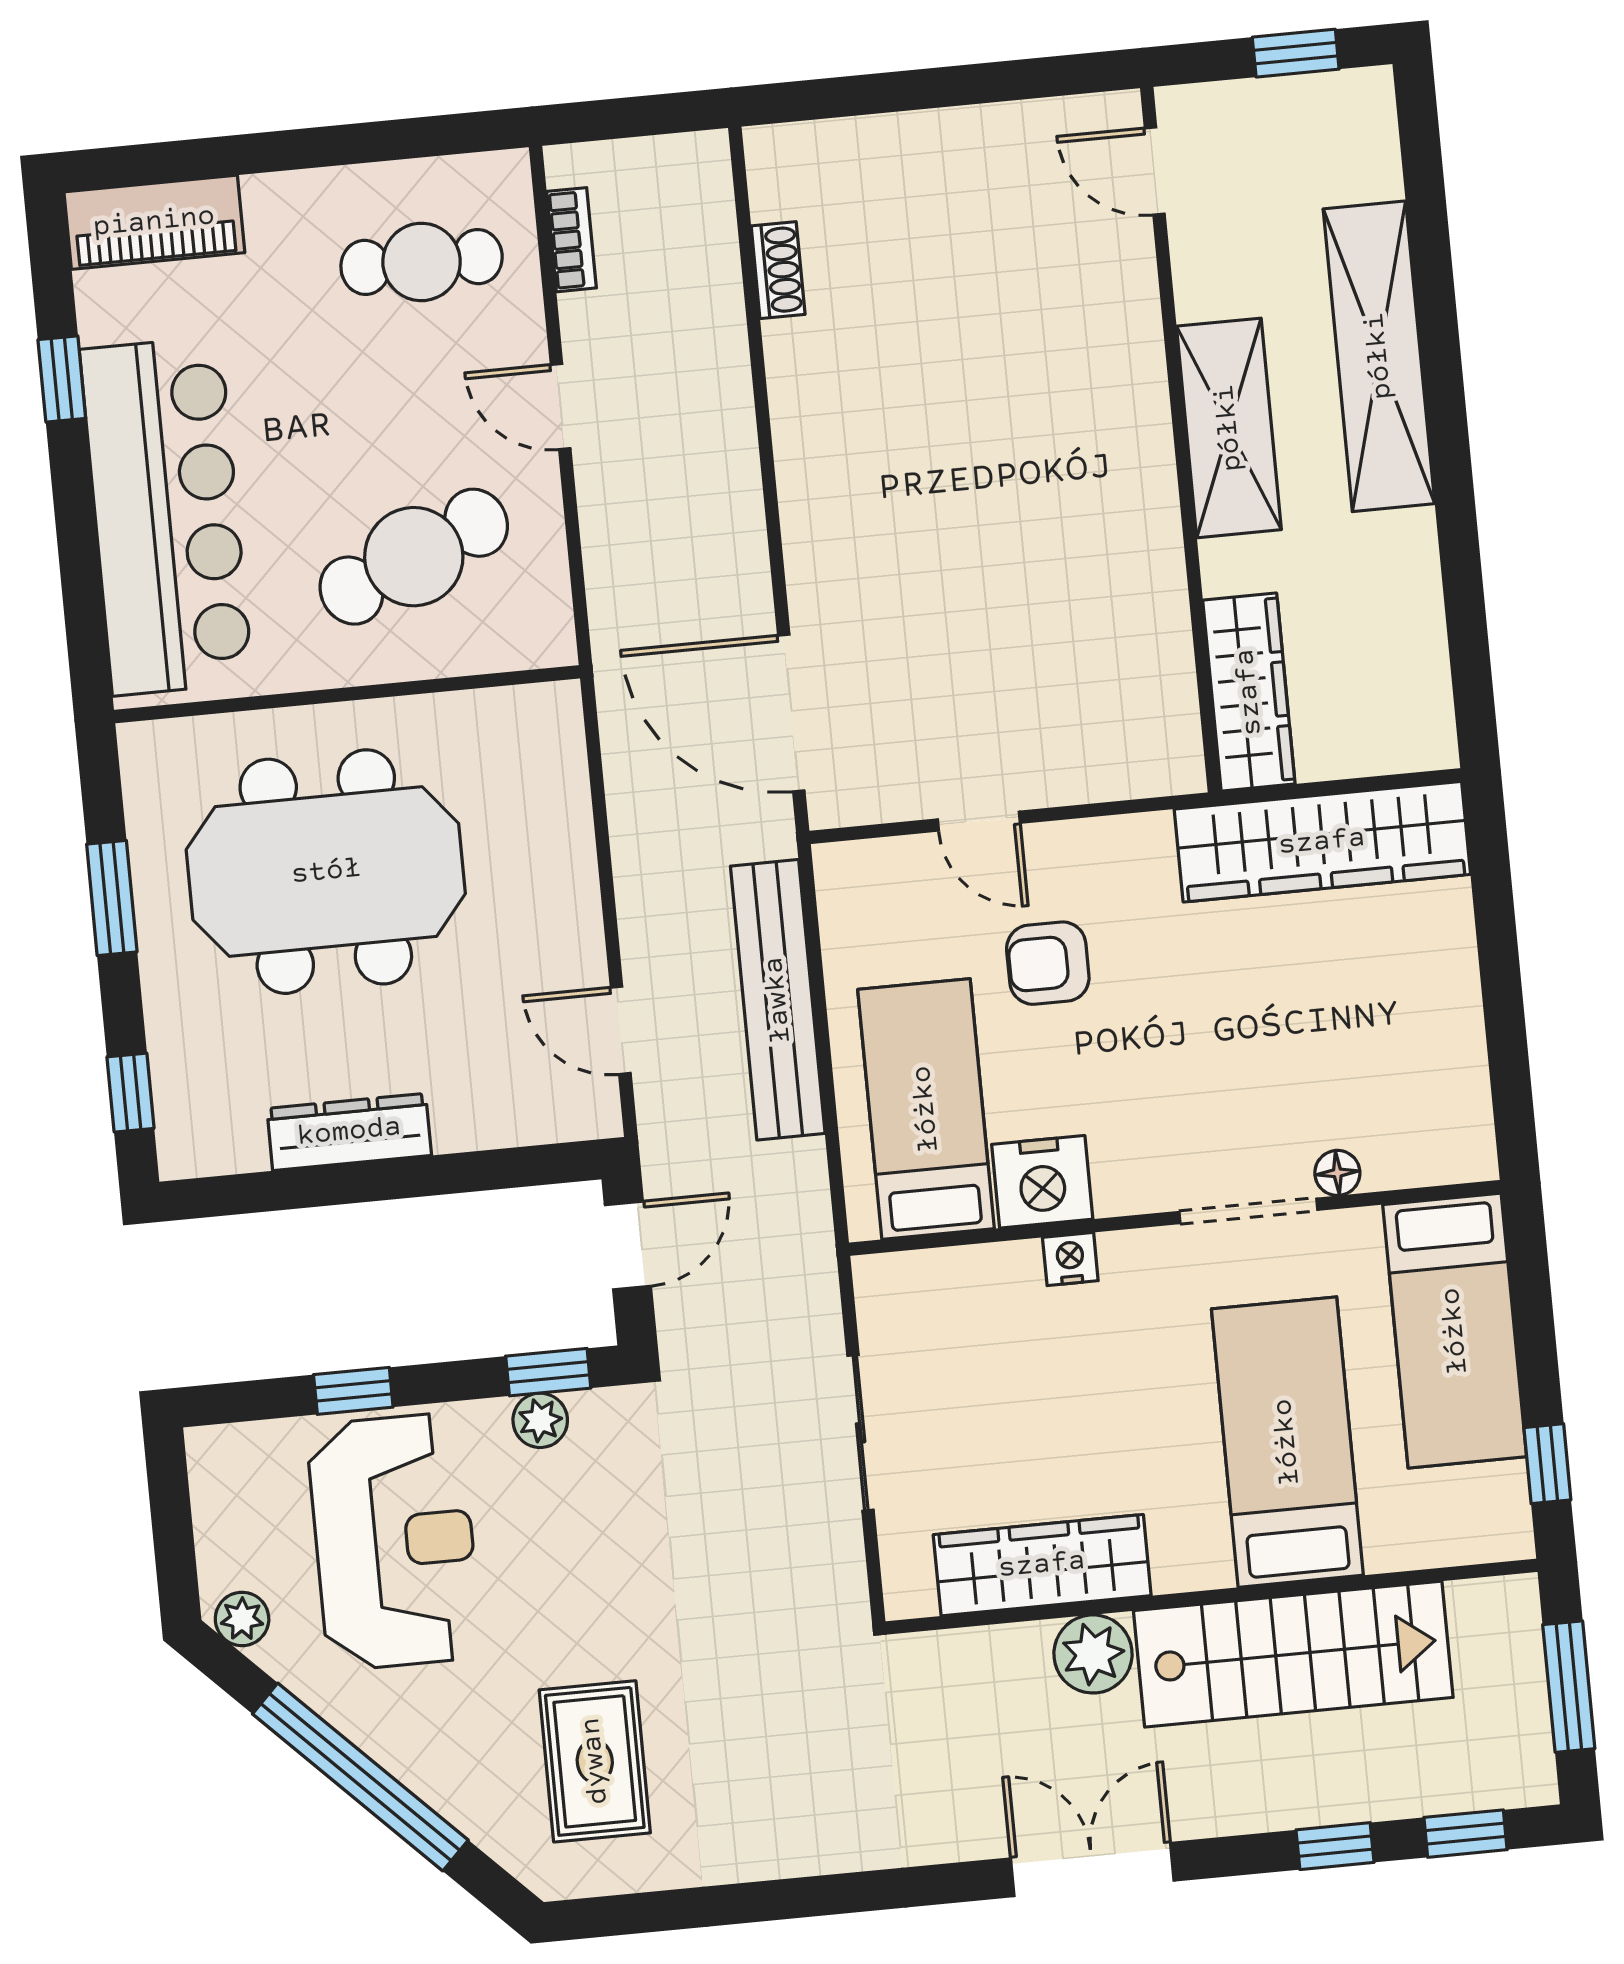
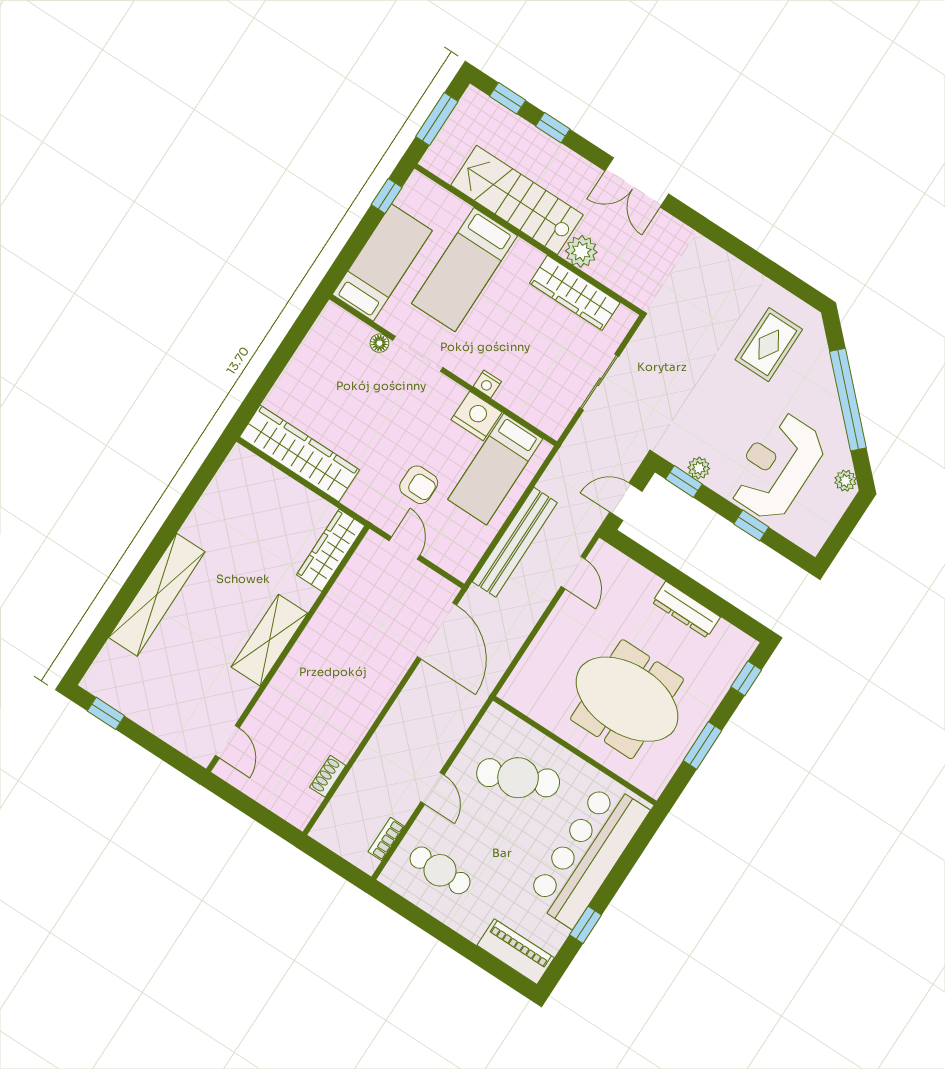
door: (1155, 171) -> (227, 742), moved
shelving: (1229, 428) -> (269, 640), moved
wall: (1181, 440) -> (288, 649), moved
wardrobe: (1249, 692) -> (331, 550), moved

